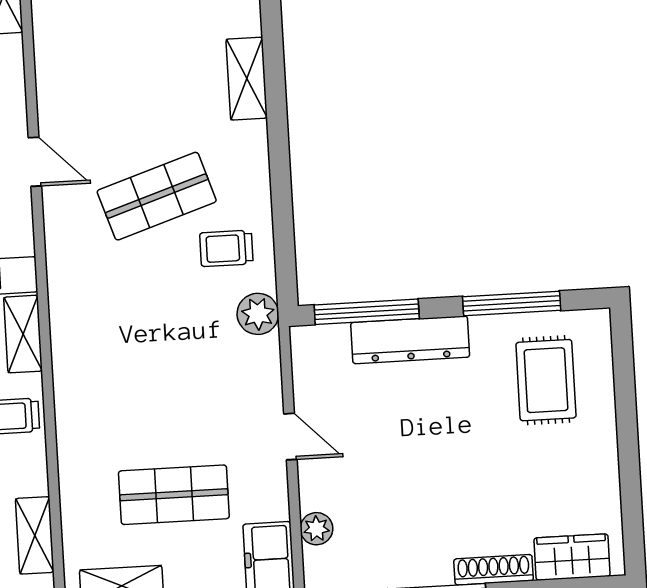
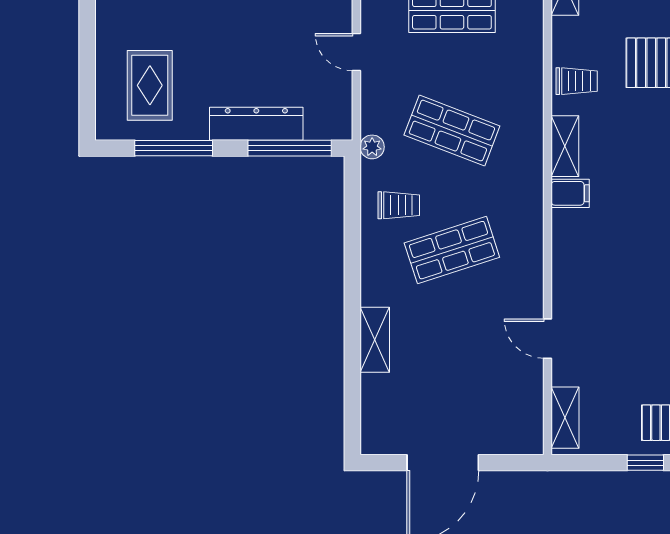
door: (35, 162) -> (548, 339), moved
plant: (258, 314) -> (372, 147), width x0.73, depth x0.73
shop shelf: (165, 345) -> (452, 131), added

